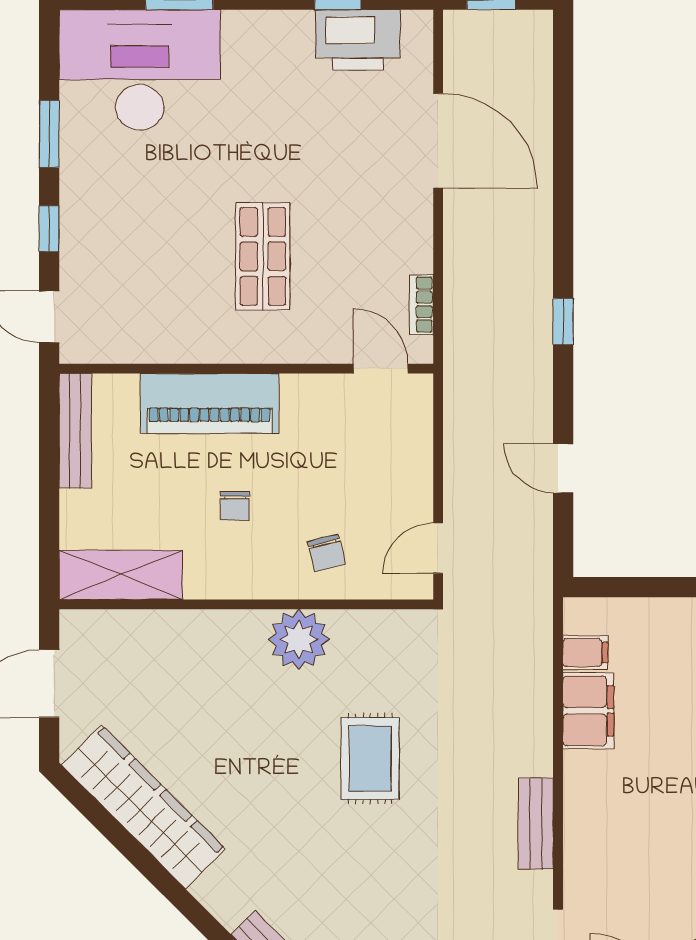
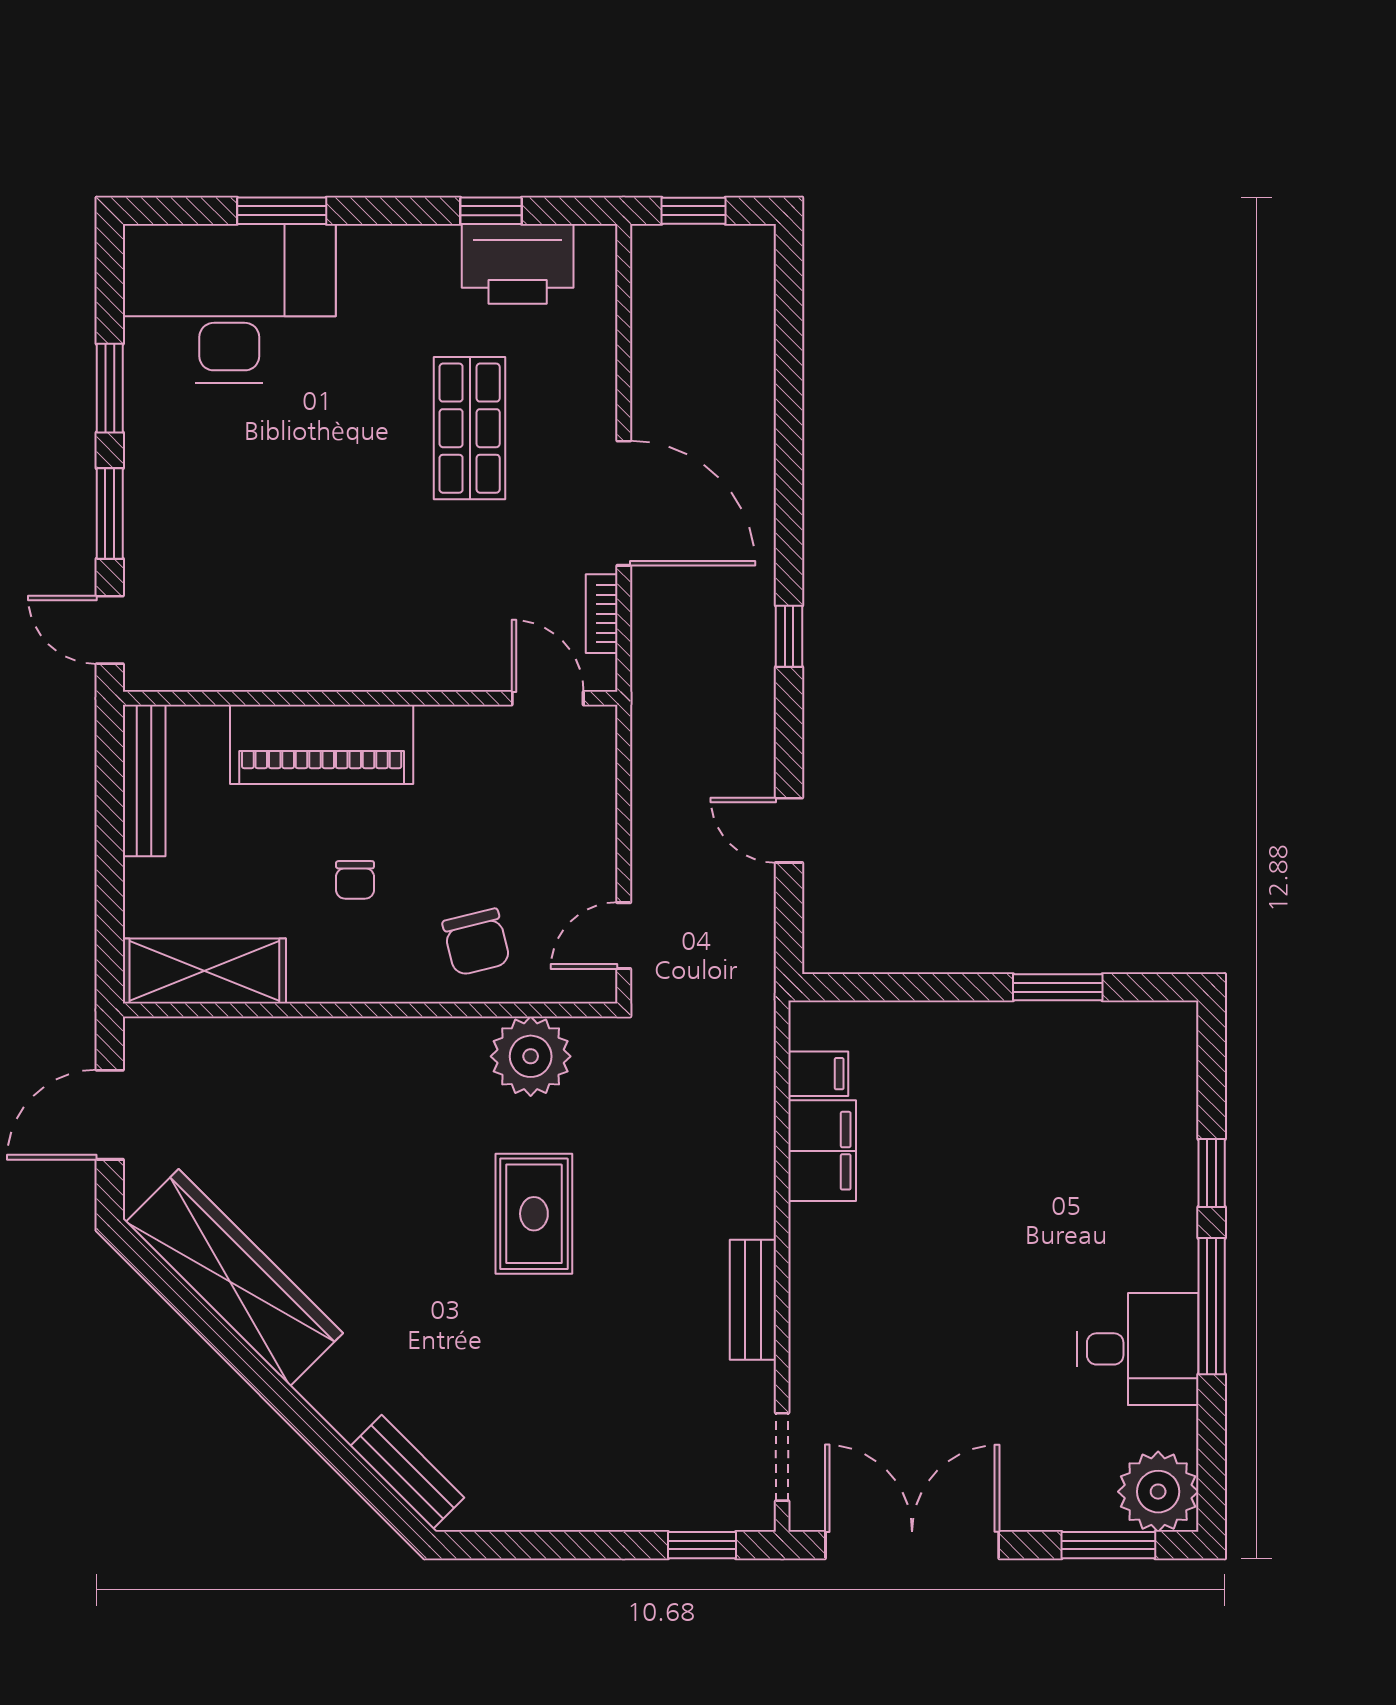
door: (438, 141) -> (624, 503), moved
window: (49, 229) -> (110, 514), width x1.50
shop shelf: (263, 256) -> (470, 428), moved
chair: (327, 553) -> (476, 942), width x1.37, depth x1.37
plant: (299, 639) -> (531, 1056), moved

